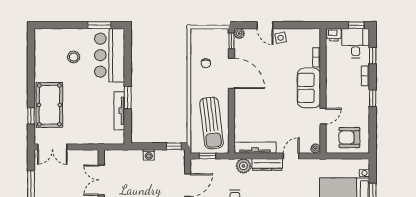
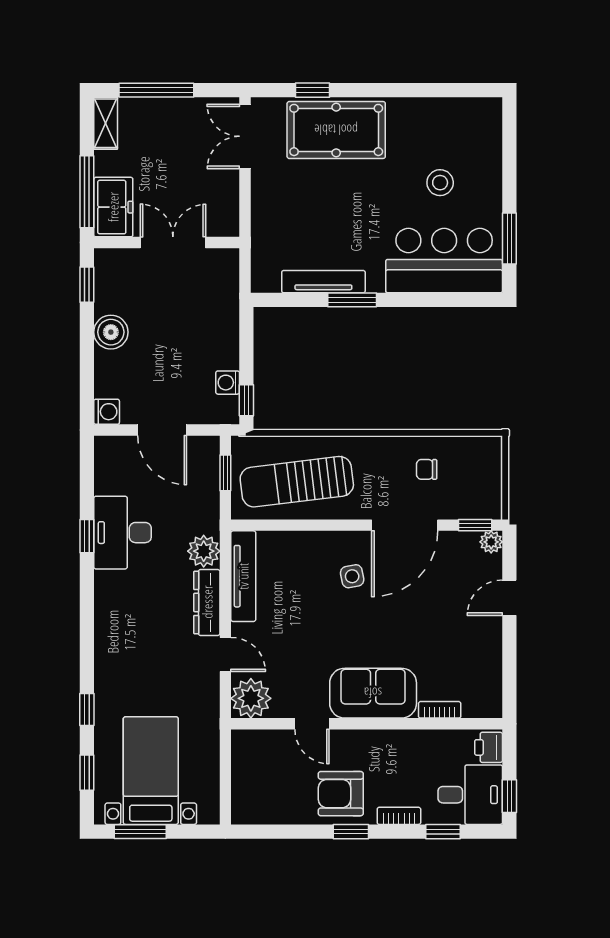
side table: (281, 38) -> (352, 576), moved
armchair: (349, 137) -> (341, 794), moved, turned -90
plant: (316, 148) -> (251, 698), width x1.88, depth x1.88
washing machine: (149, 155) -> (228, 383), moved

